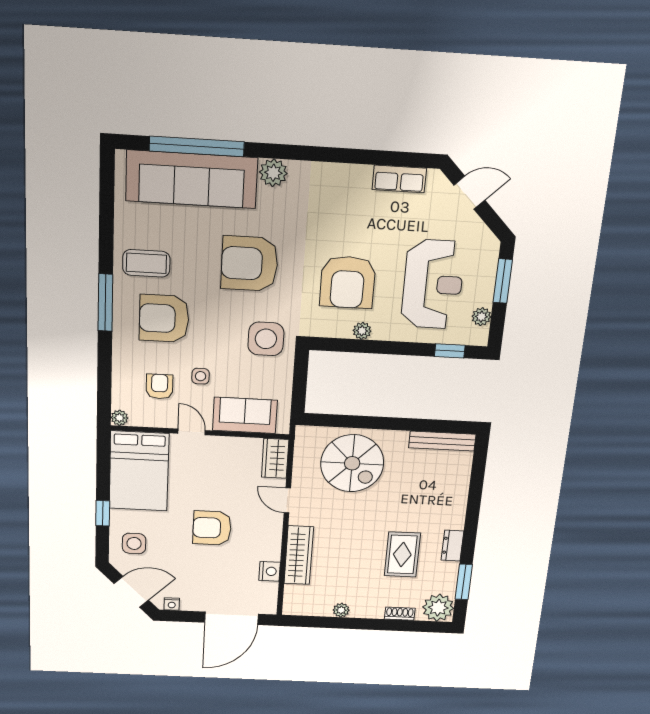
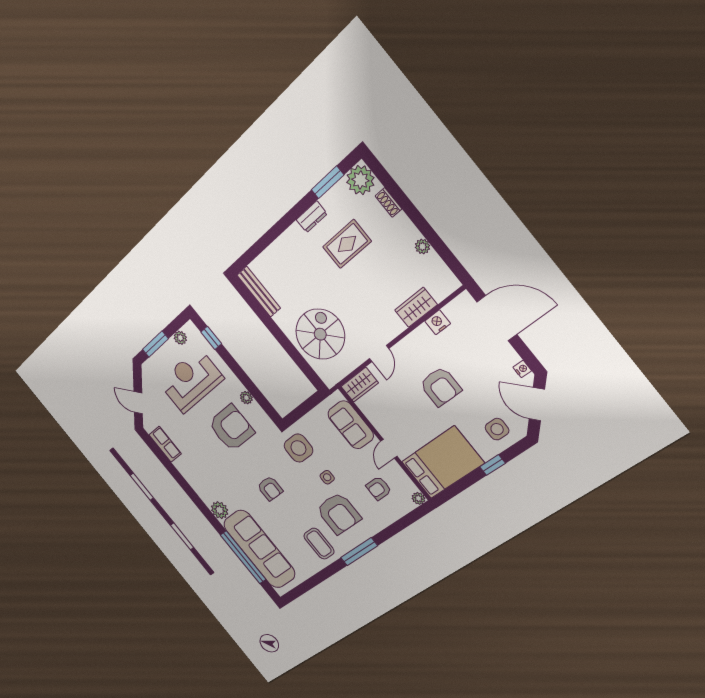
armchair: (250, 264) -> (270, 488), width x0.53, depth x0.53
side table: (201, 376) -> (327, 477), moved
wardrobe: (299, 555) -> (416, 307), width x0.67

